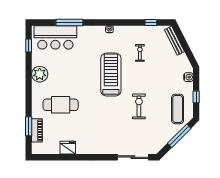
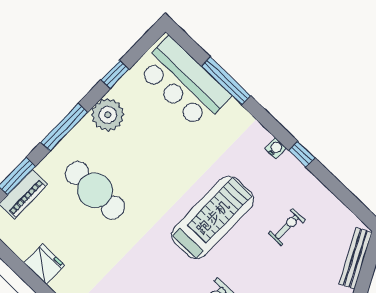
window: (151, 22) -> (302, 154), moved
window: (29, 45) -> (115, 75), moved
window: (29, 93) -> (64, 127), added

